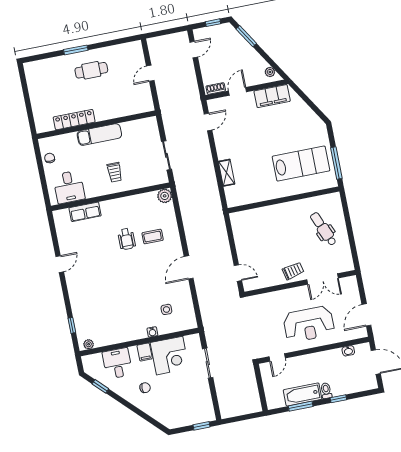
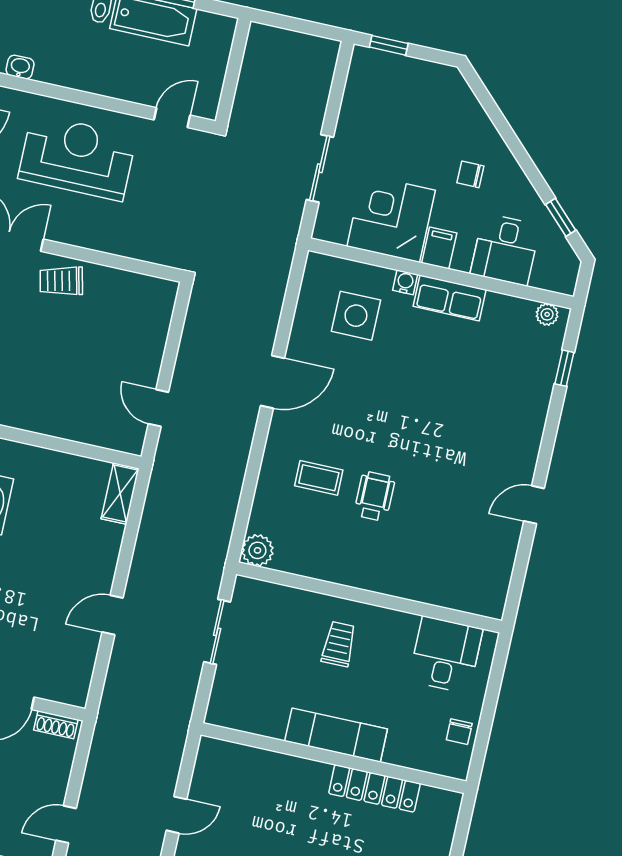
door: (208, 122) -> (112, 615), moved
shelving: (227, 173) -> (120, 494), moved
row of seats: (85, 212) -> (450, 298), moved, turned 180
door: (238, 273) -> (158, 408), moved
side table: (166, 309) -> (356, 316), width x1.87, depth x1.87

